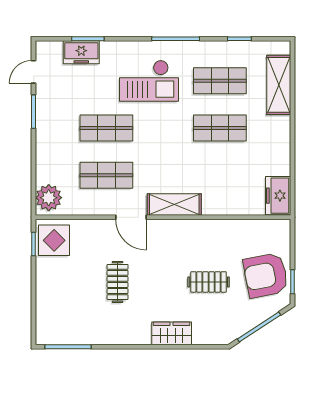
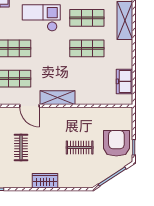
checkout: (149, 81) -> (41, 18), turned 180
freezer: (278, 196) -> (124, 81), moved
armchair: (266, 275) -> (116, 143), turned 101
wardrobe: (172, 333) -> (45, 181), moved

